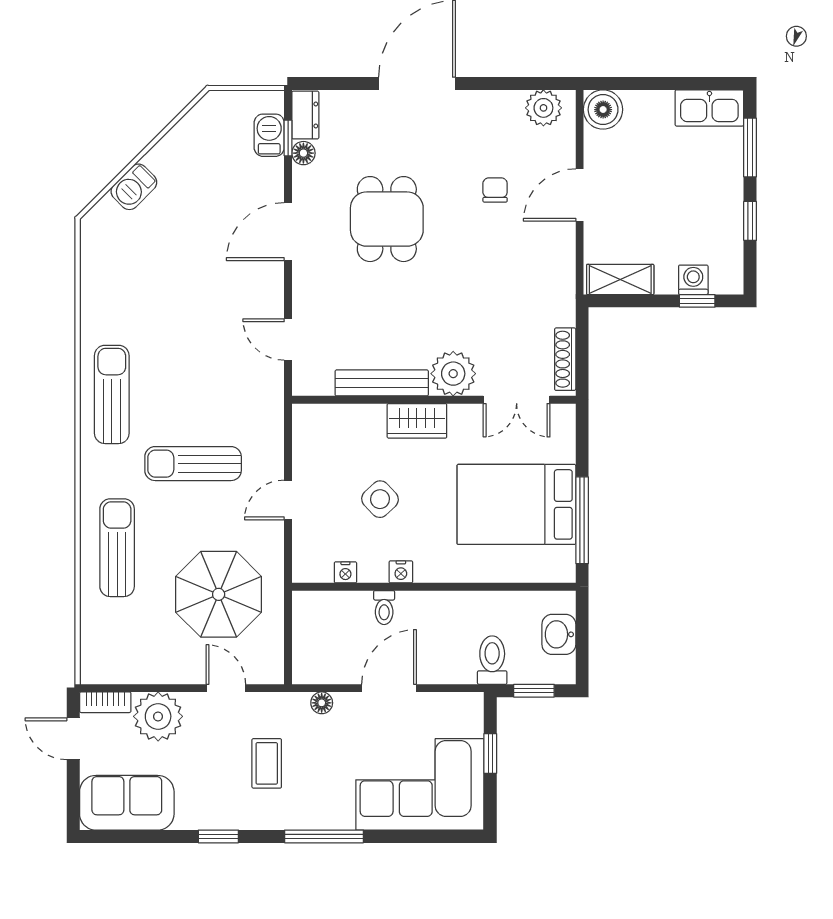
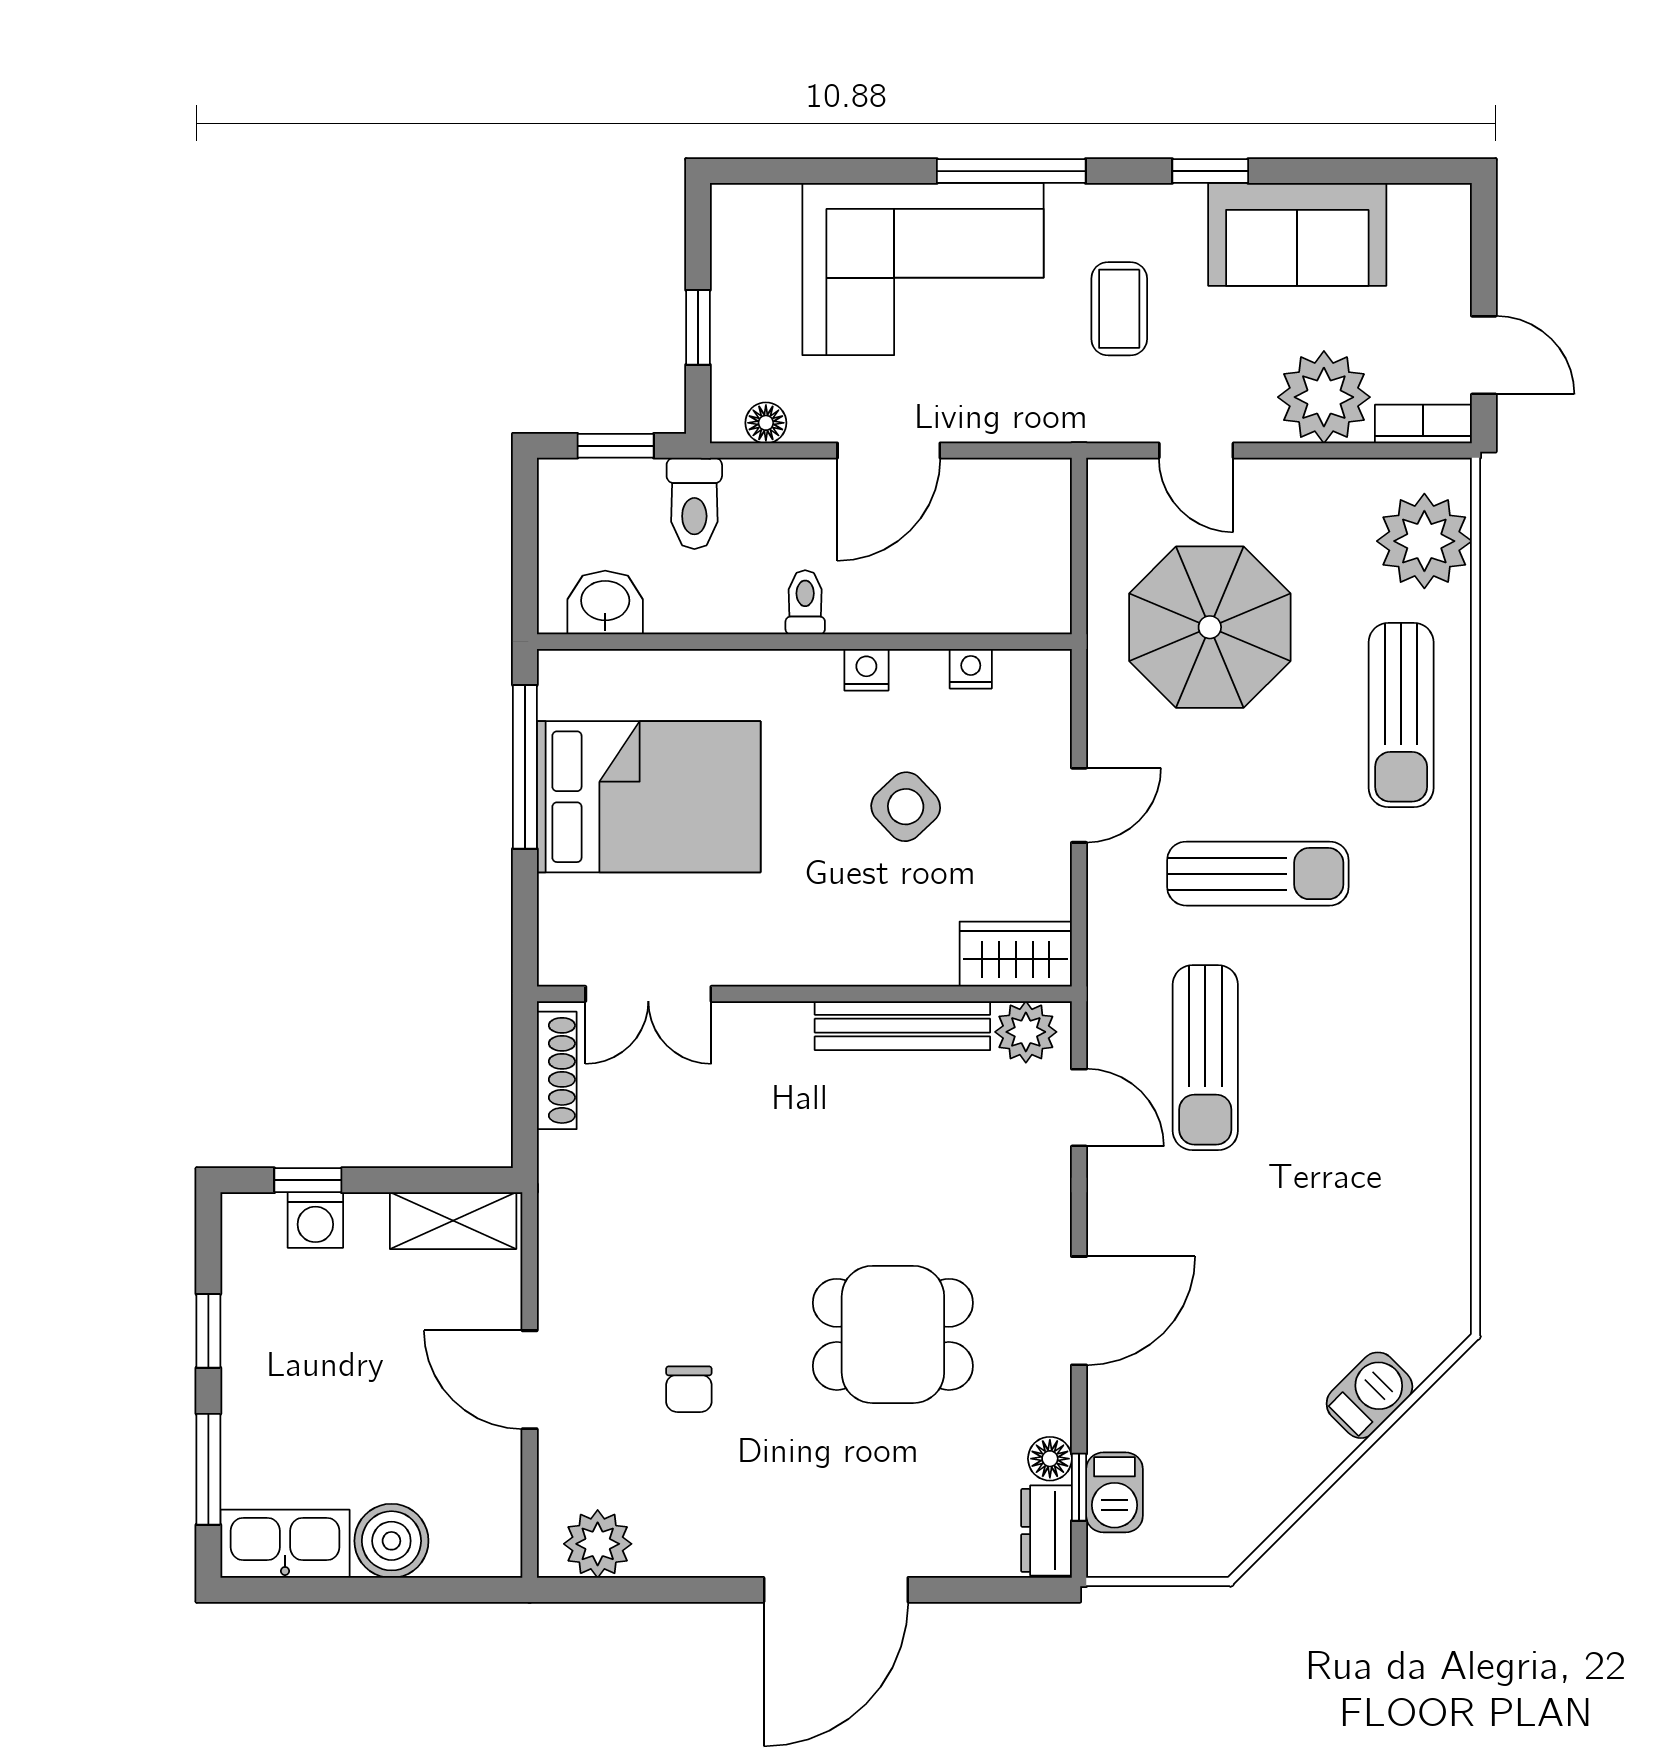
boiler: (603, 110) -> (391, 1541), moved
door: (580, 195) -> (530, 1380), swing flipped
dining table: (387, 219) -> (893, 1334), turned 90
plant: (453, 374) -> (1026, 1032), moved, width x0.73, depth x0.73
sun lounger: (112, 394) -> (1205, 1058), moved
double door: (517, 400) -> (648, 994), swing flipped
wardrobe: (417, 421) -> (1016, 954), moved
toilet: (384, 608) -> (805, 602), moved
washbasin: (559, 634) -> (605, 602), moved, turned -90
plant: (105, 640) -> (1424, 541), added
floor lamp: (322, 703) -> (766, 423), moved
corner sofa: (420, 784) -> (923, 269), moved
sofa: (127, 803) -> (1297, 234), moved

